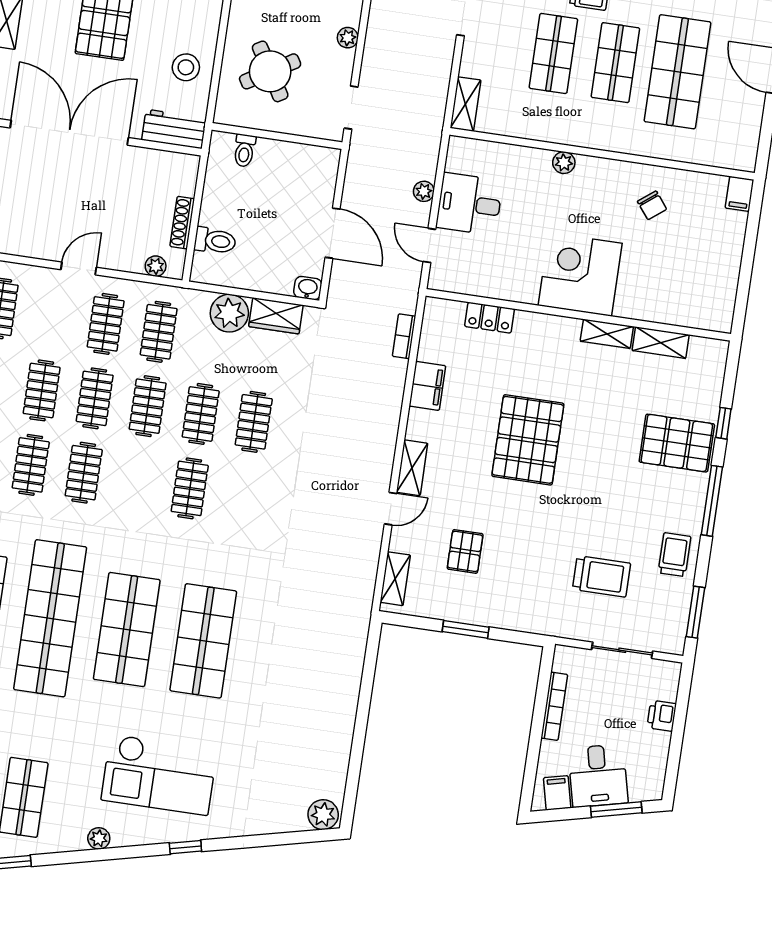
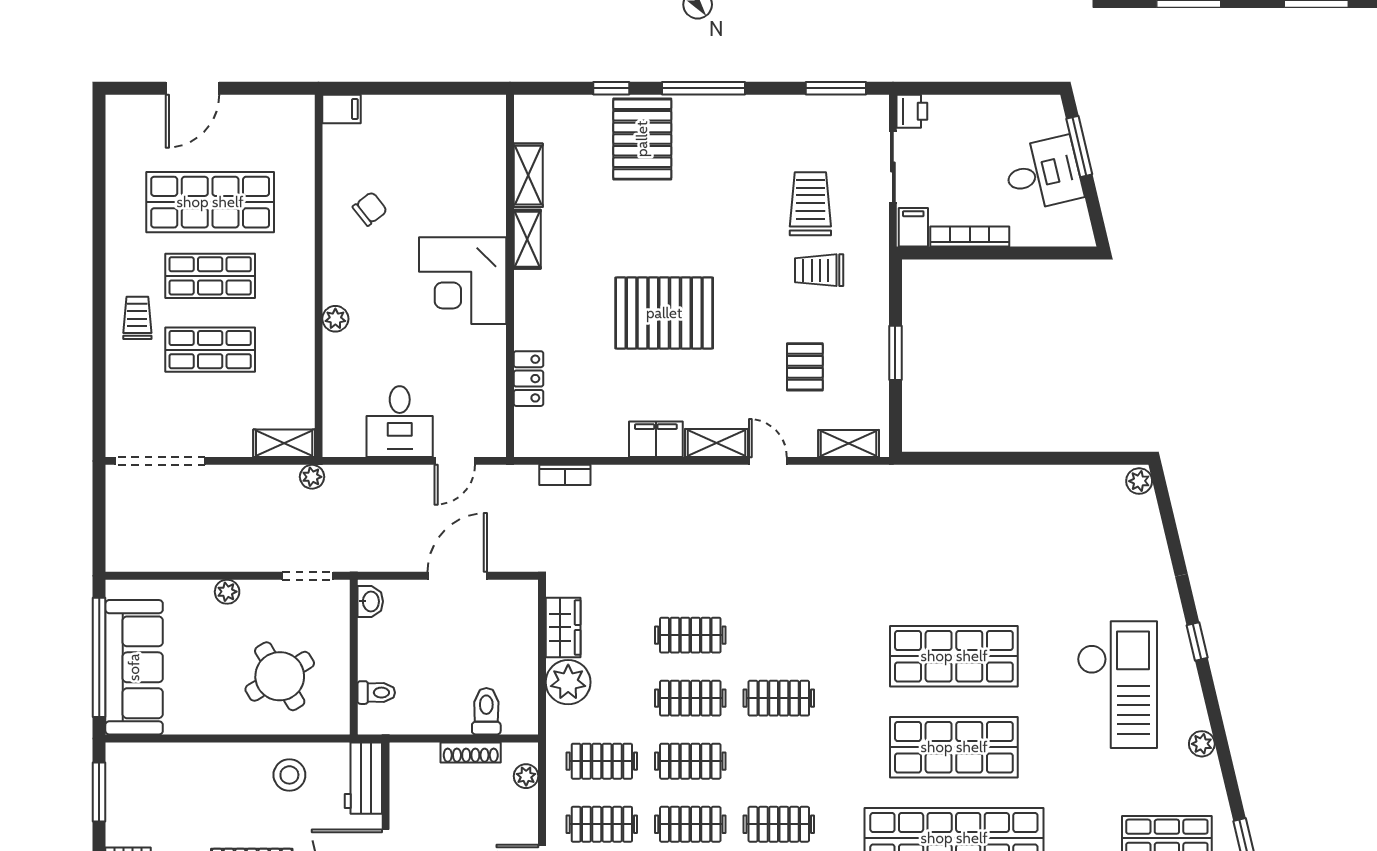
plant: (424, 191) -> (312, 477), moved
washbasin: (308, 288) -> (370, 601), moved, turned 180
filing cabinet: (427, 386) -> (656, 439), moved
pallet: (465, 551) -> (805, 367), turned 90
trolley: (675, 555) -> (819, 270), moved
printer: (662, 716) -> (912, 111), moved, turned -90
filing cabinet: (557, 793) -> (913, 227), moved, turned 103
plant: (323, 815) -> (1139, 481), width x0.73, depth x0.73

